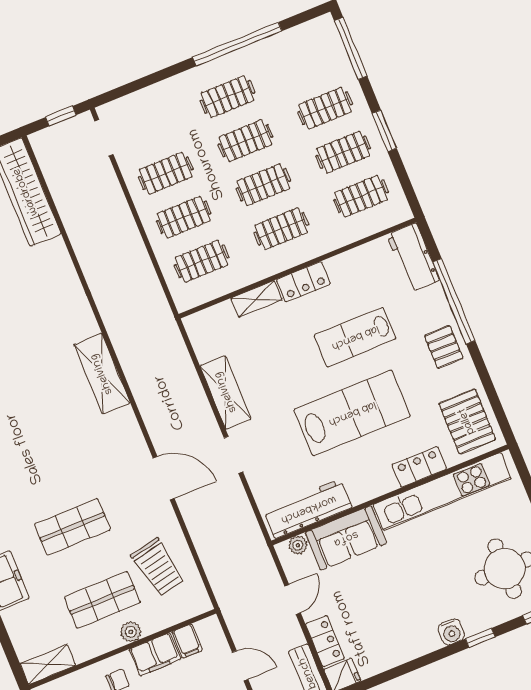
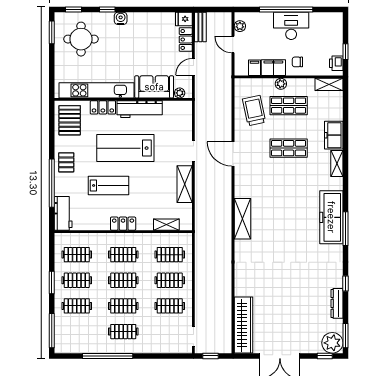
shelving: (257, 299) -> (166, 225), moved
workbench: (308, 509) -> (140, 109), moved

